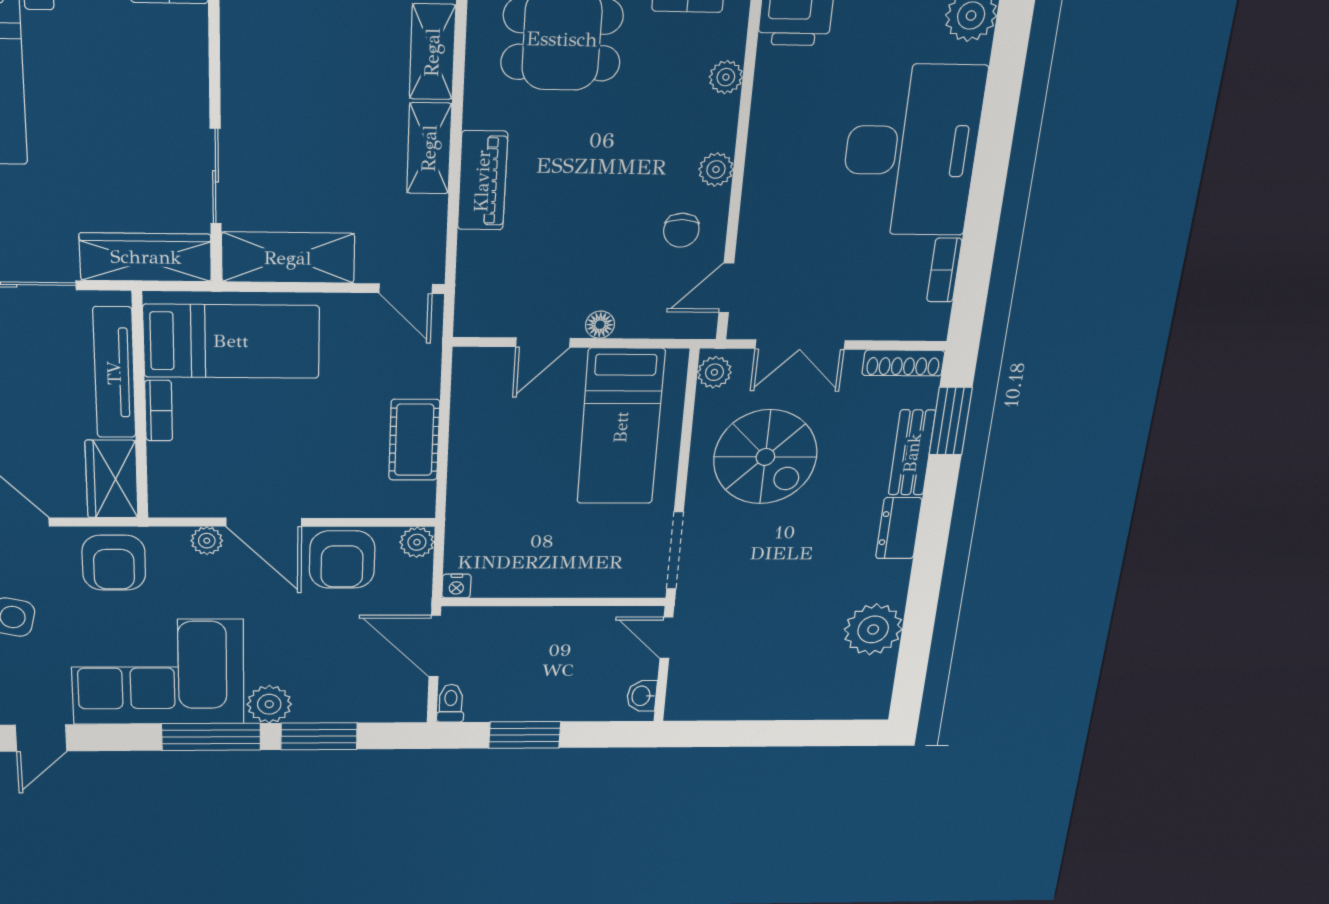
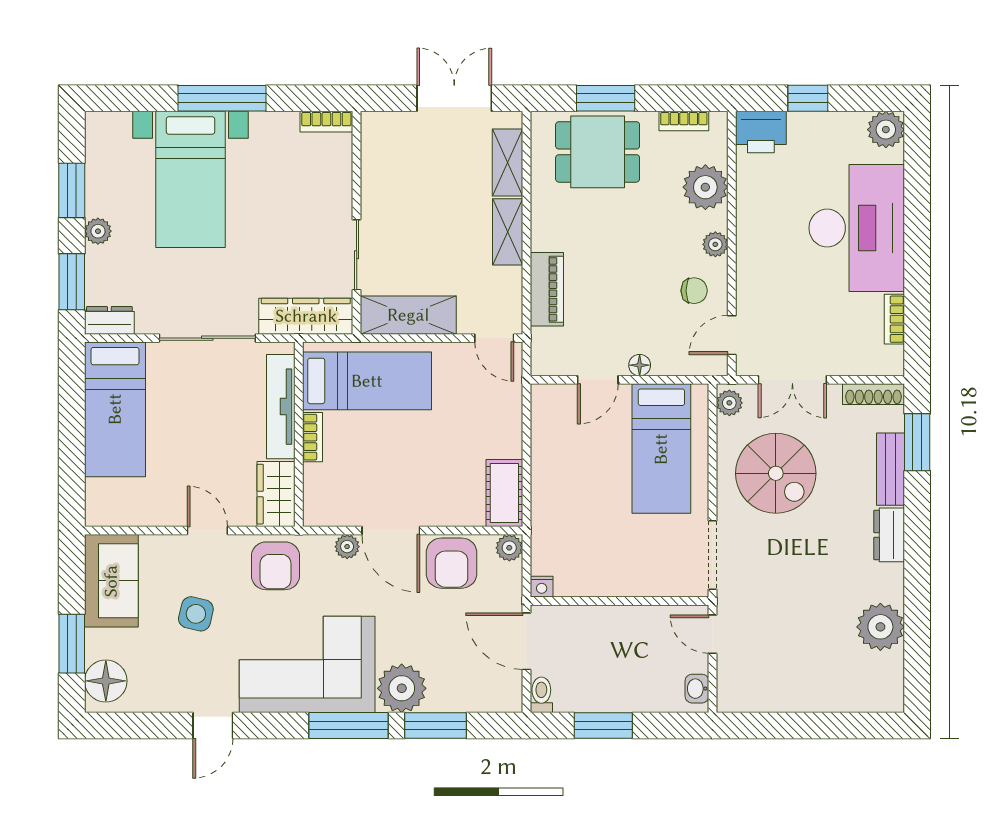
plant: (726, 77) -> (705, 187), width x1.87, depth x1.87
piano: (482, 181) -> (547, 289), moved
chair: (681, 230) -> (694, 291), turned -90
cot: (414, 440) -> (504, 493), moved
plant: (269, 704) -> (402, 688), width x1.36, depth x1.36

